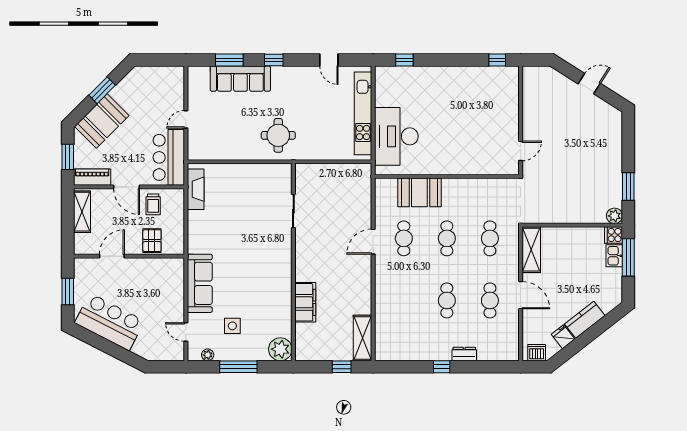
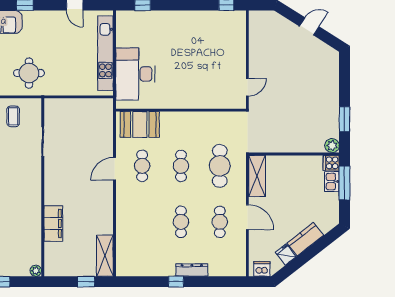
coffee table: (261, 183) -> (13, 116), added
booth: (419, 192) -> (140, 124), moved
cafe table: (490, 238) -> (220, 166), width x1.37, depth x1.35
plant: (280, 349) -> (36, 271), width x0.53, depth x0.53
dresser: (464, 354) -> (192, 270), width x1.44

